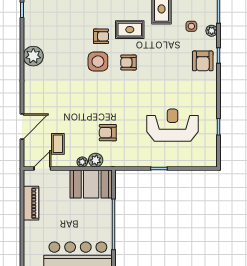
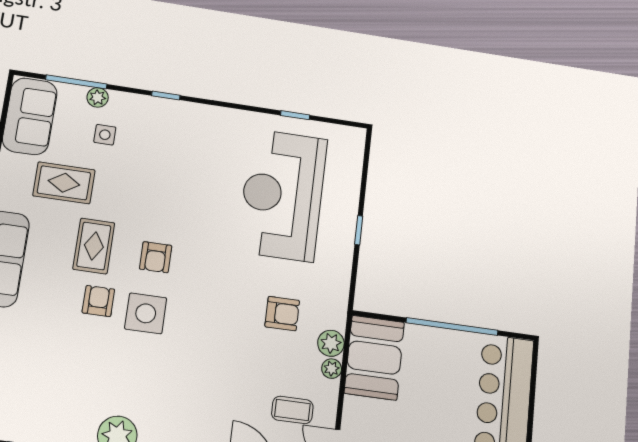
plant: (212, 31) -> (98, 97), moved
armchair: (203, 61) -> (172, 124), removed
reception desk: (172, 125) -> (282, 195), width x1.36, depth x1.30
armchair: (108, 133) -> (282, 314), turned -90

